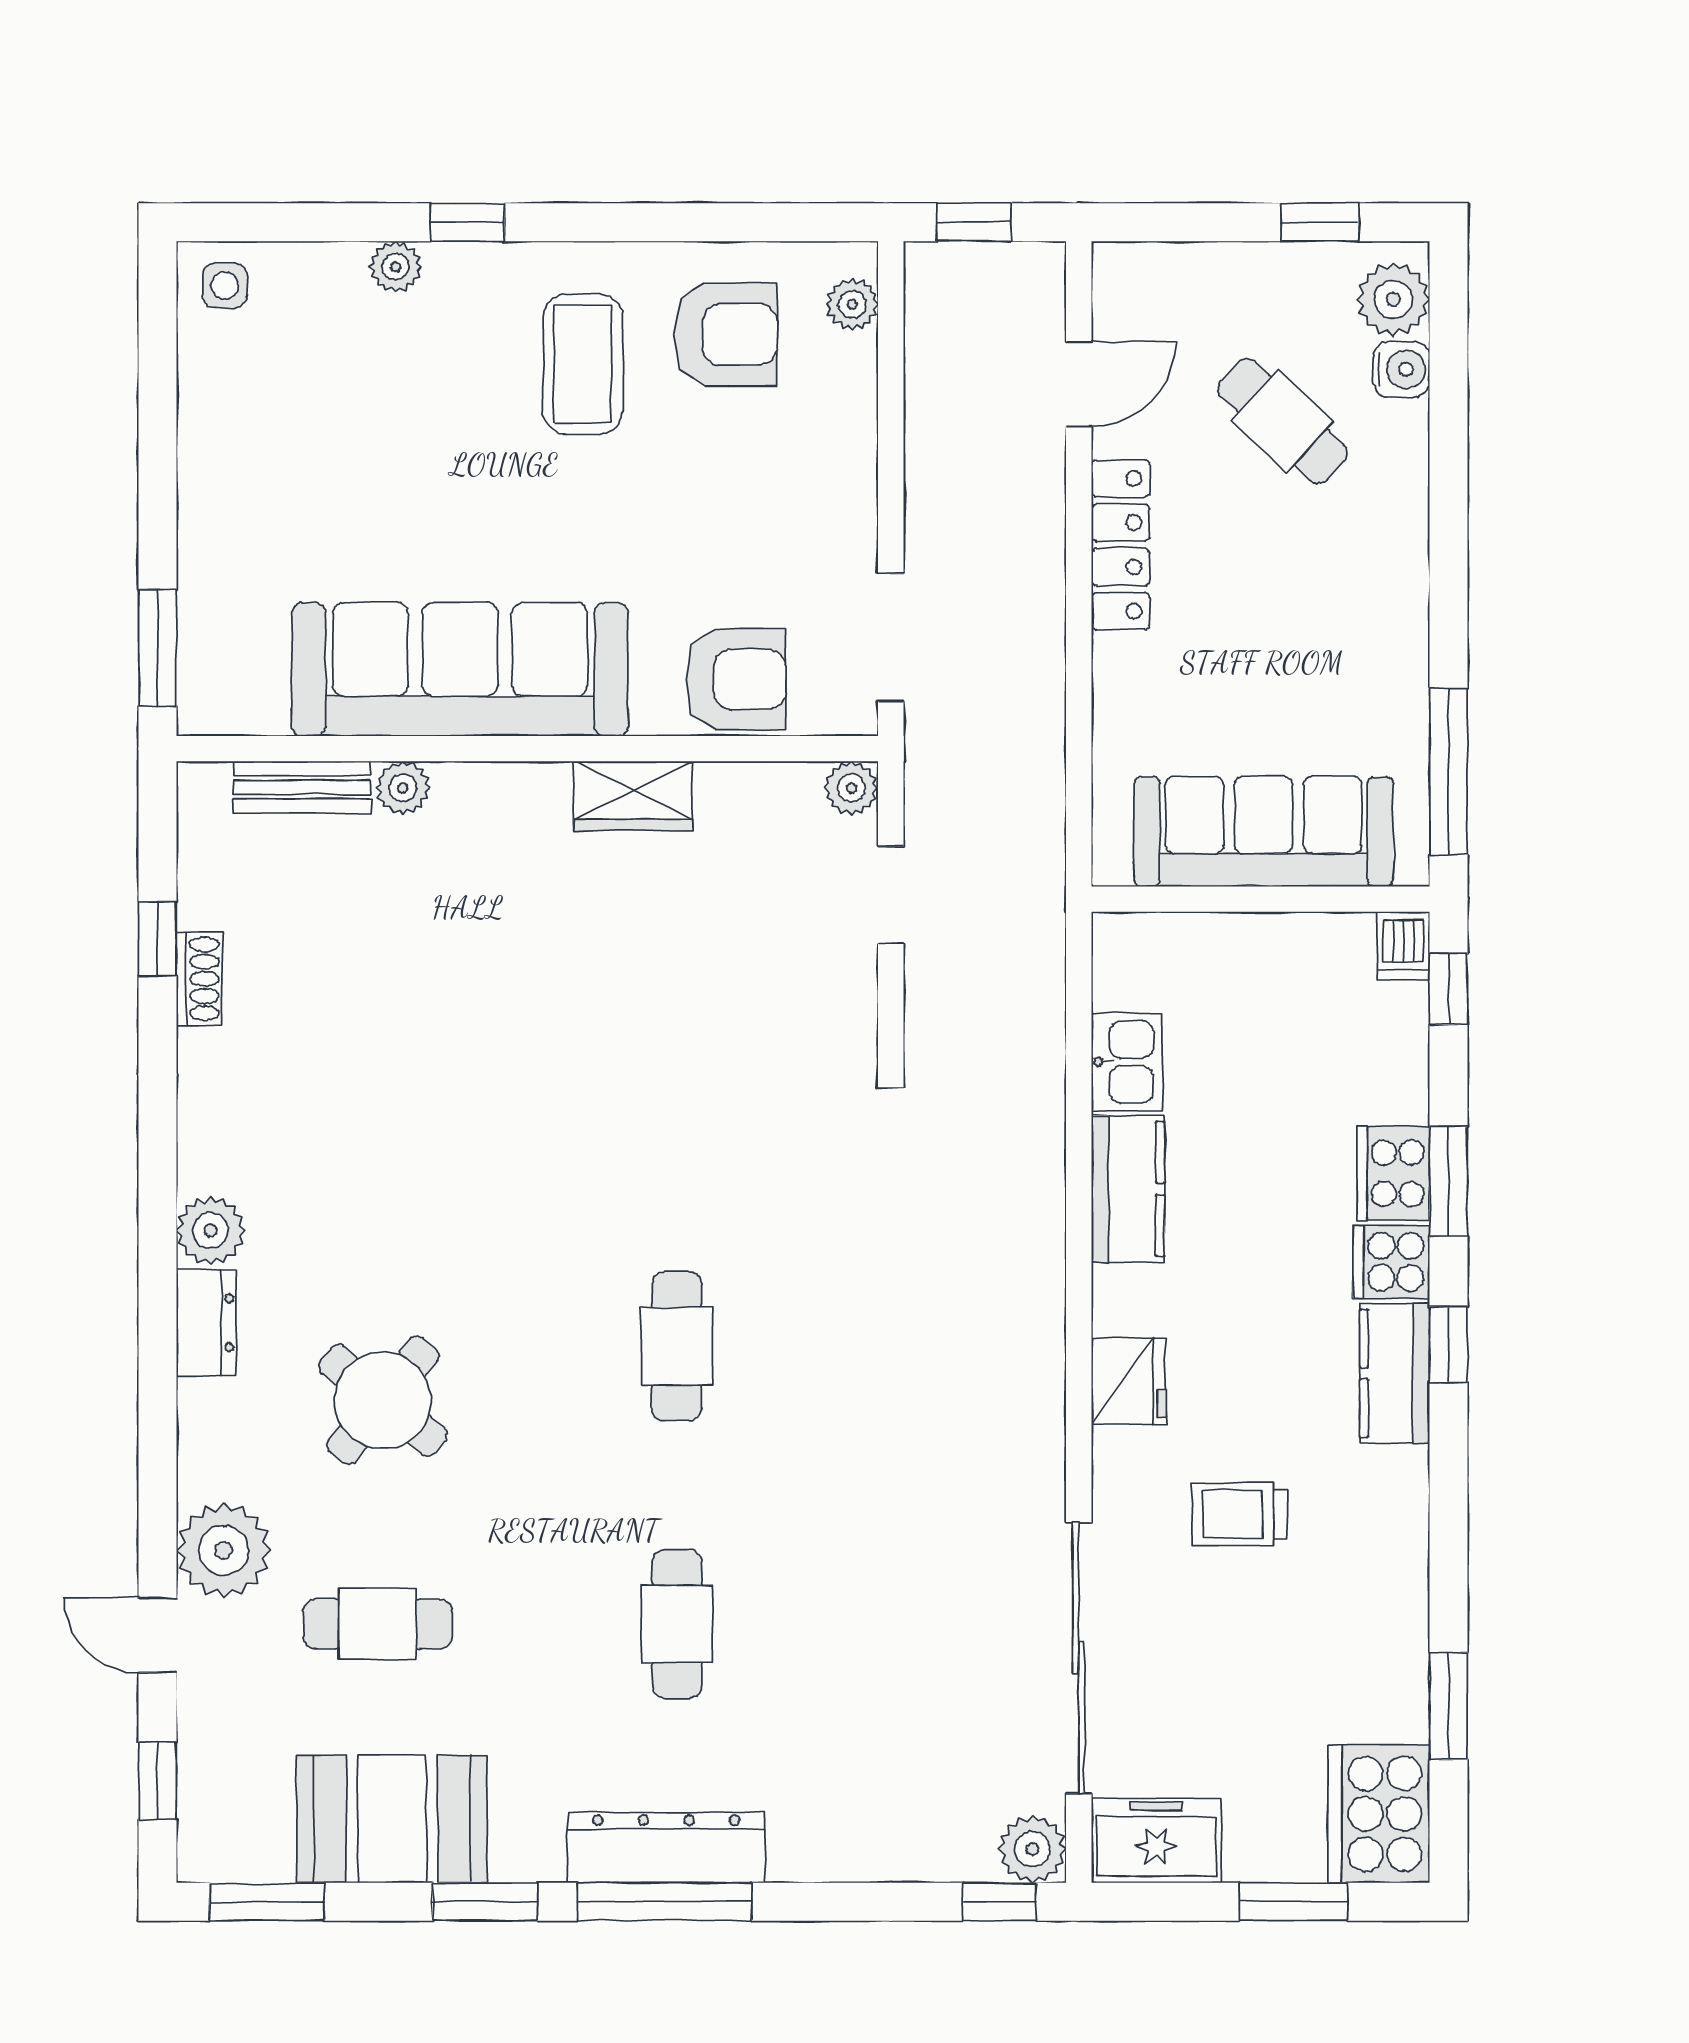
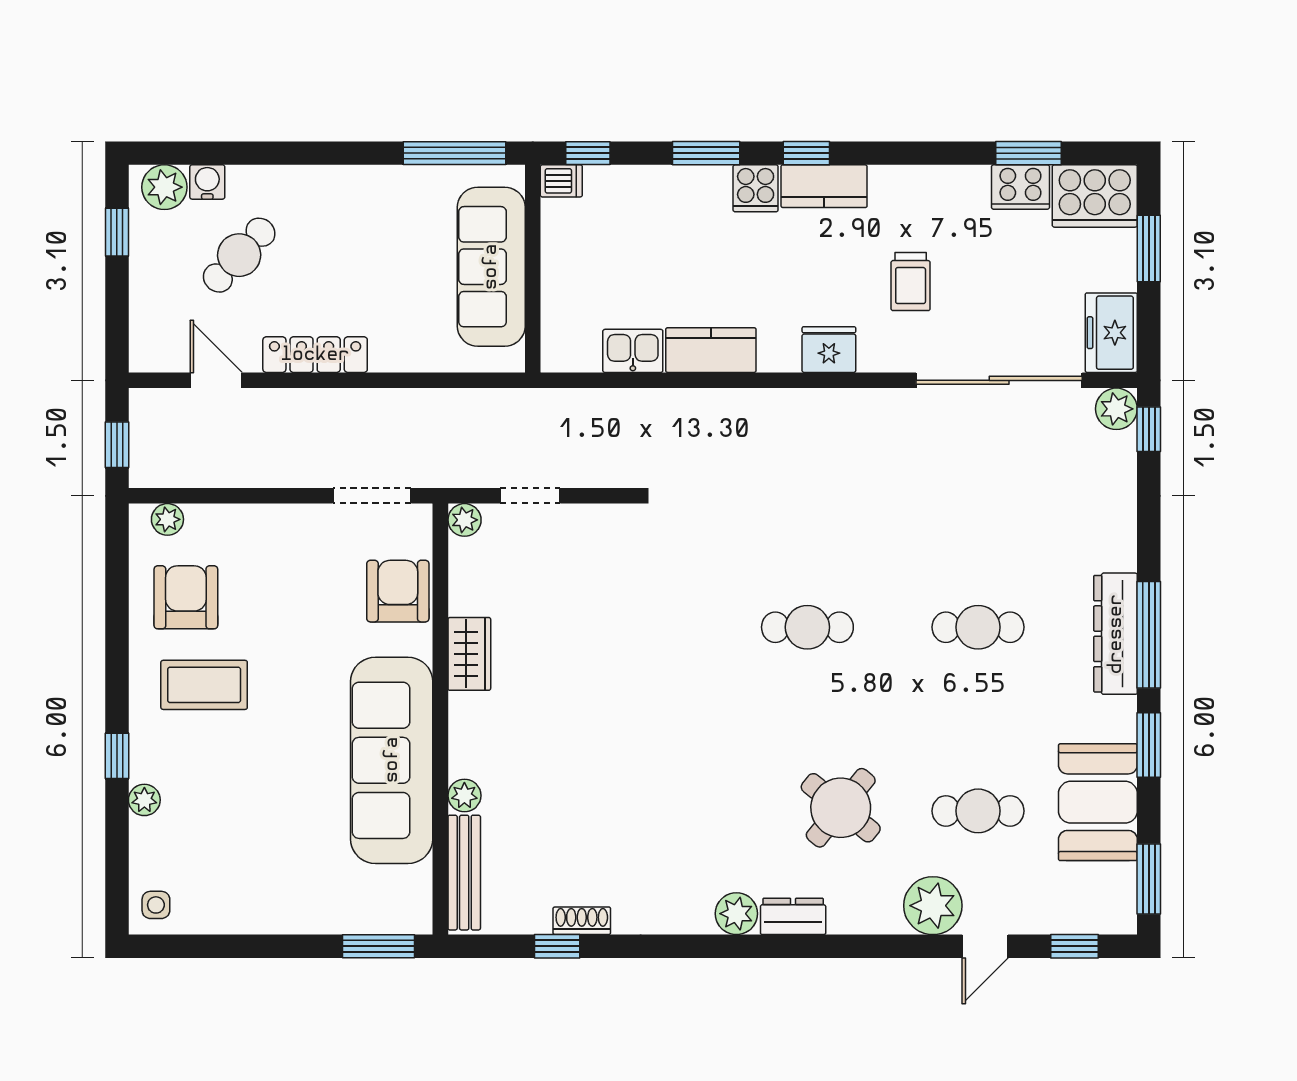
bench: (302, 787) -> (464, 873), width x1.36
cooker: (1393, 1173) -> (1020, 187), moved
cafe table: (378, 1624) -> (978, 811), turned 90

